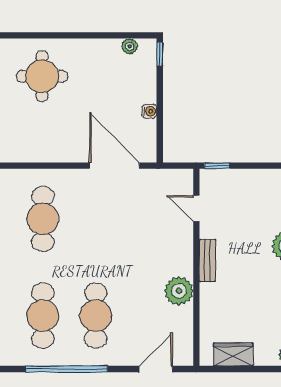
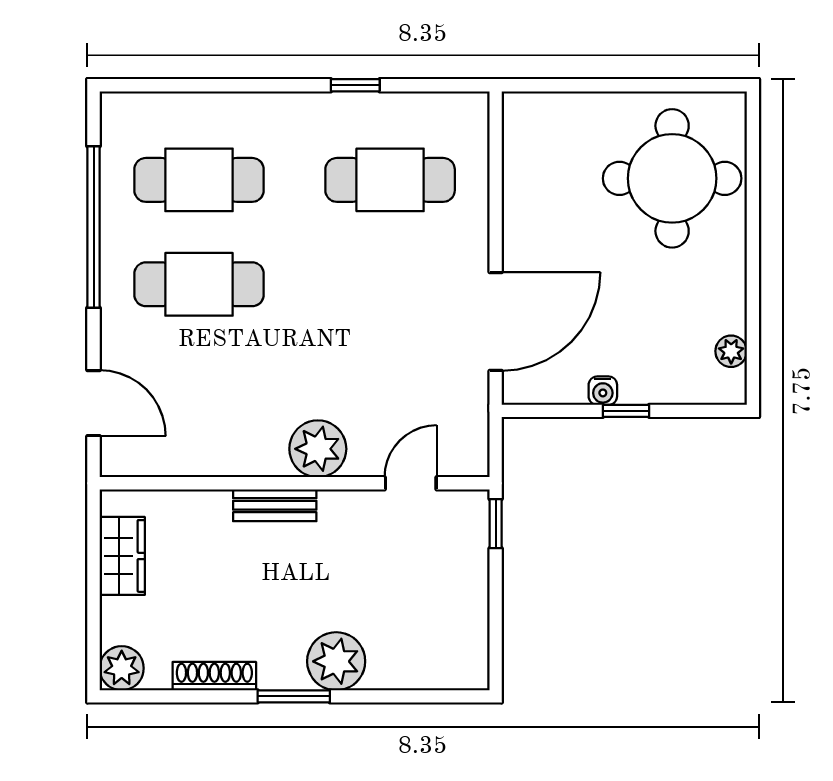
window: (160, 54) -> (626, 411), moved
round table: (42, 76) -> (672, 178), width x1.36, depth x1.36
bench: (207, 260) -> (275, 505), moved
plant: (179, 291) -> (318, 449), moved

